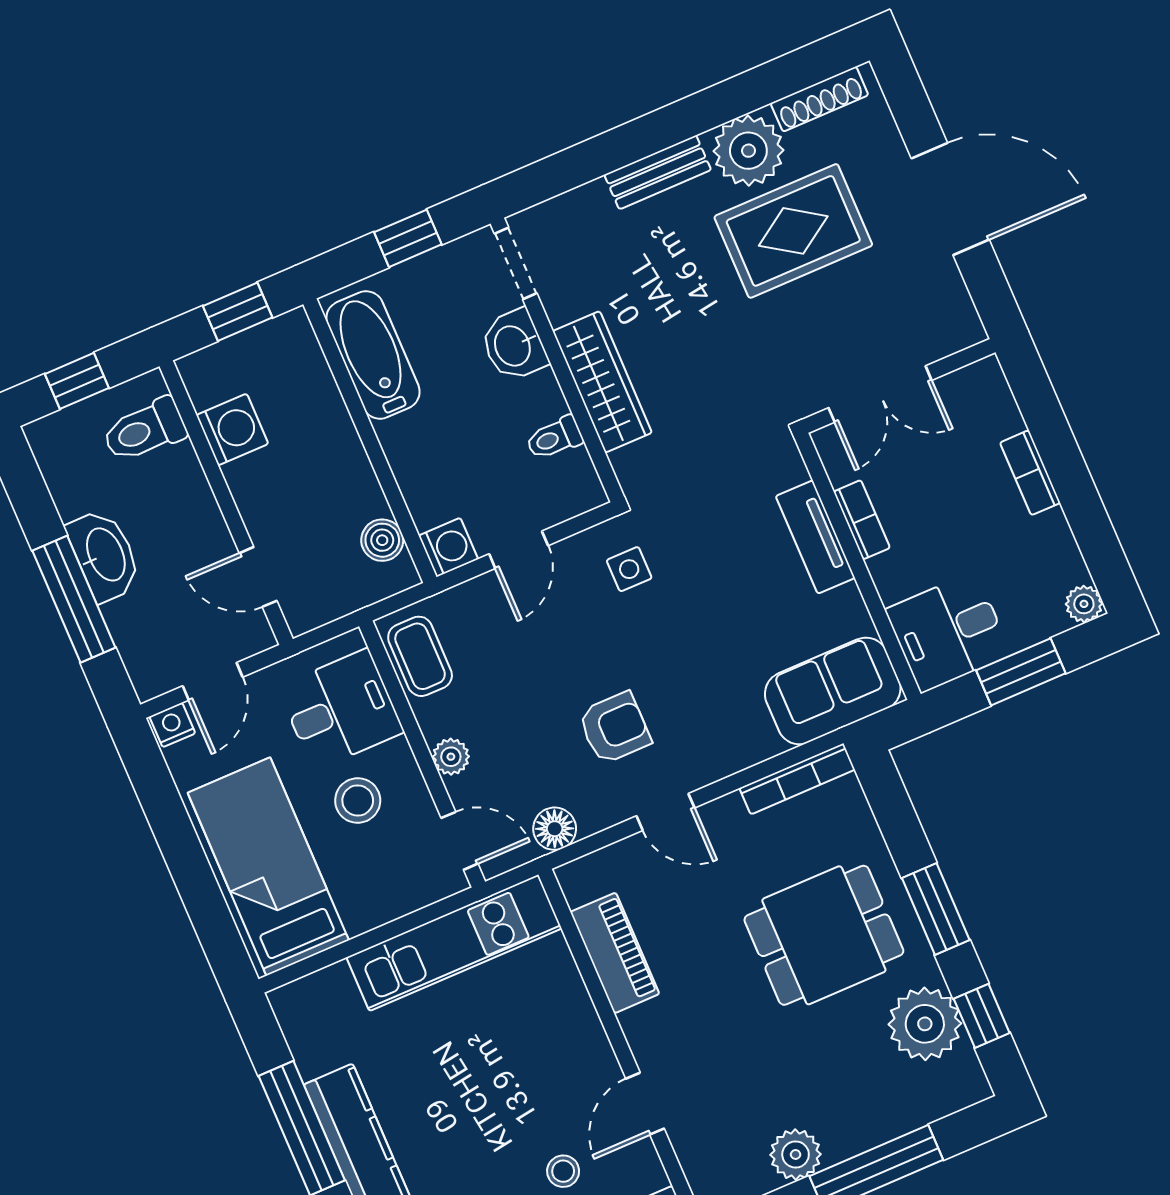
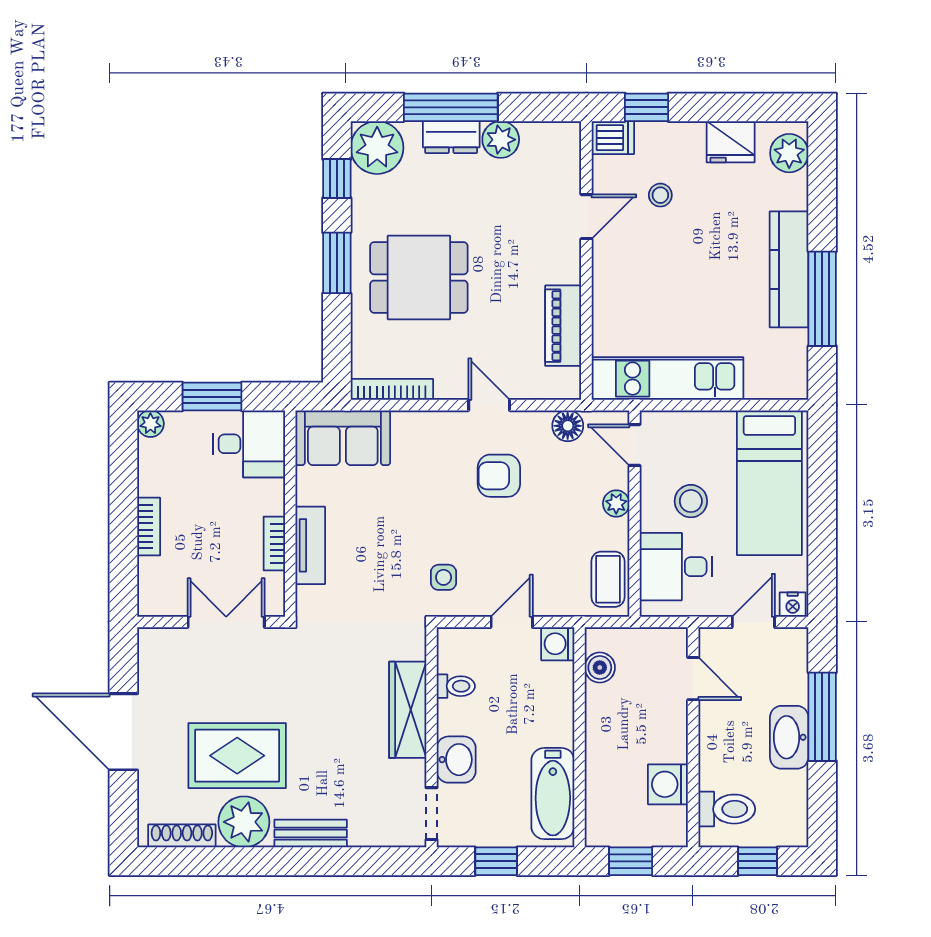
plant: (925, 1024) -> (377, 148), moved
dresser: (860, 1131) -> (451, 137), added

